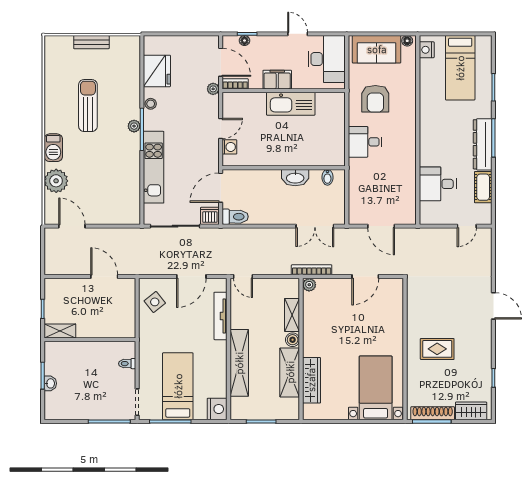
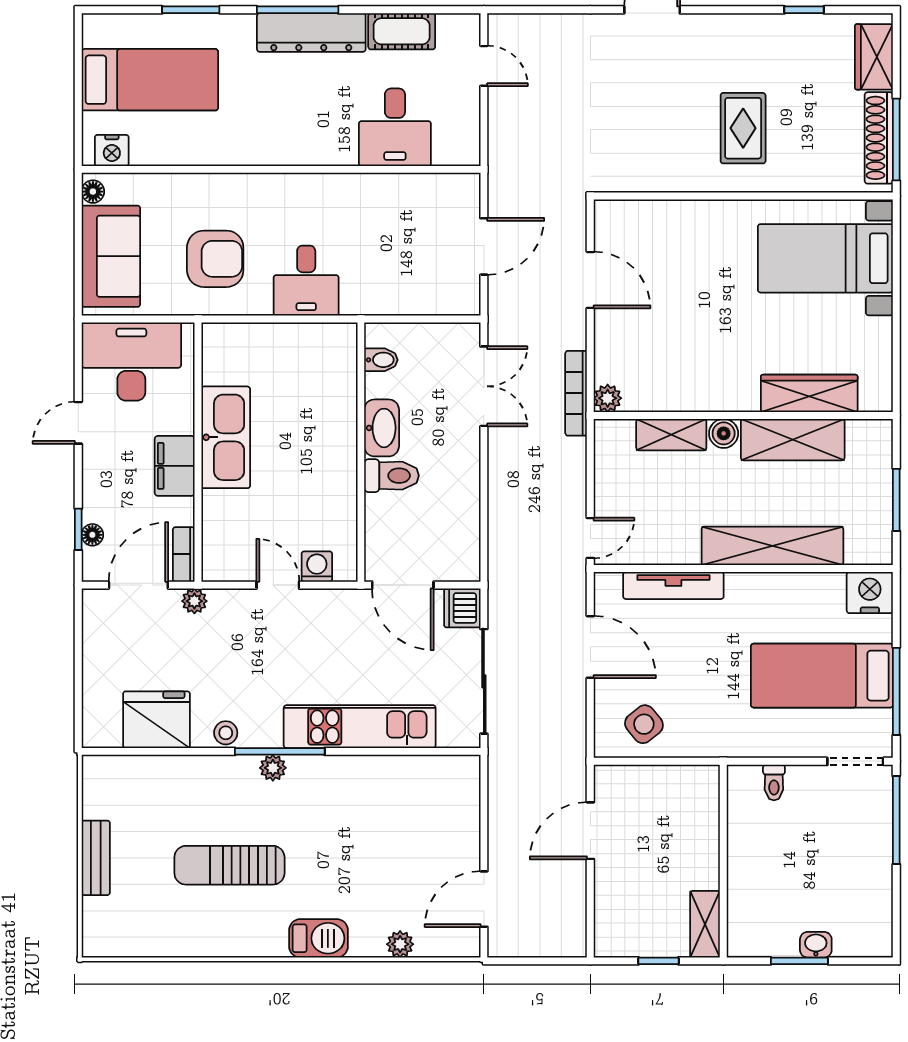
plant: (56, 181) -> (400, 944), width x0.53, depth x0.53
toilet: (235, 217) -> (391, 476), moved, turned 90

